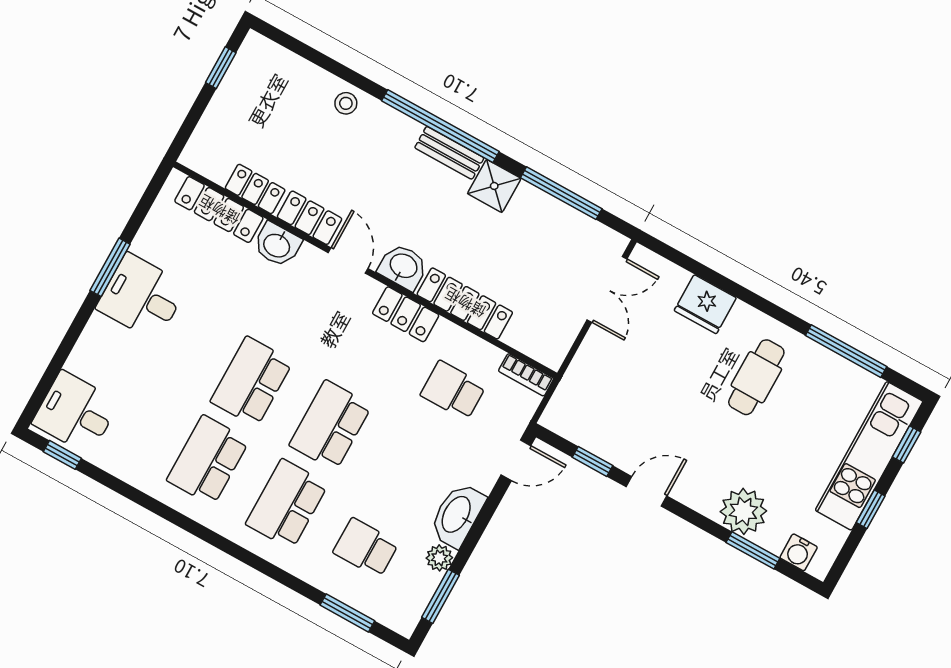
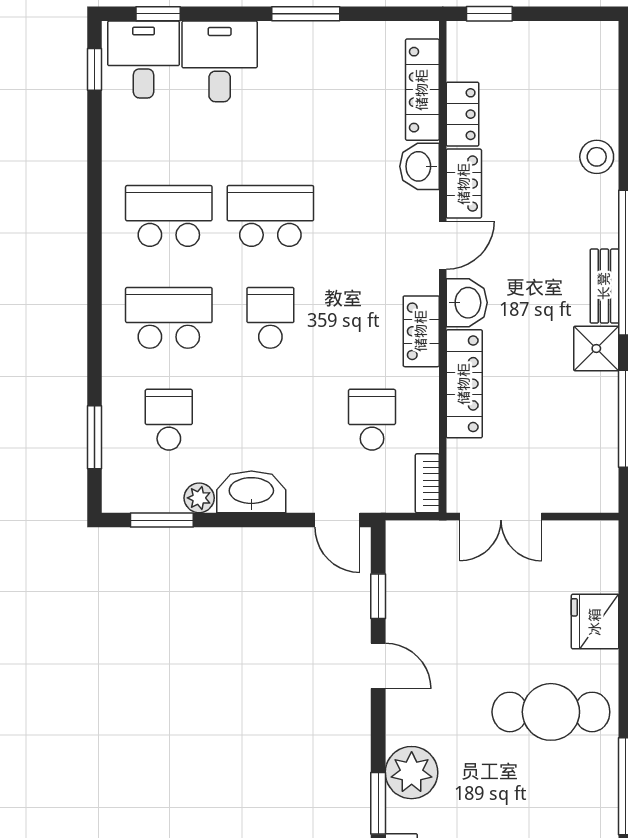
window: (221, 68) -> (489, 14), moved
stool: (346, 103) -> (597, 157), width x1.37, depth x1.37
double door: (607, 289) -> (501, 516), moved
desk: (142, 297) -> (220, 61), moved
cafe table: (756, 377) -> (551, 712), width x1.37, depth x1.35
window: (47, 382) -> (158, 14), added
school desk: (330, 425) -> (270, 318), width x0.54

